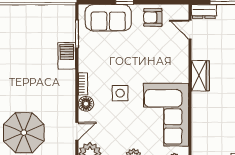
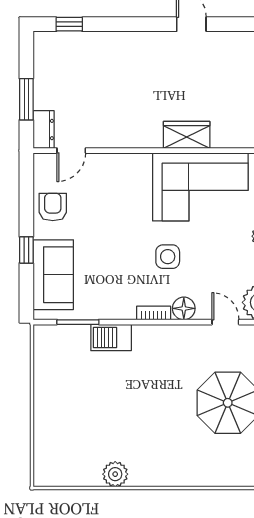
armchair: (153, 17) -> (53, 207), turned 180
wardrobe: (200, 76) -> (187, 135), moved

